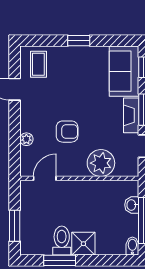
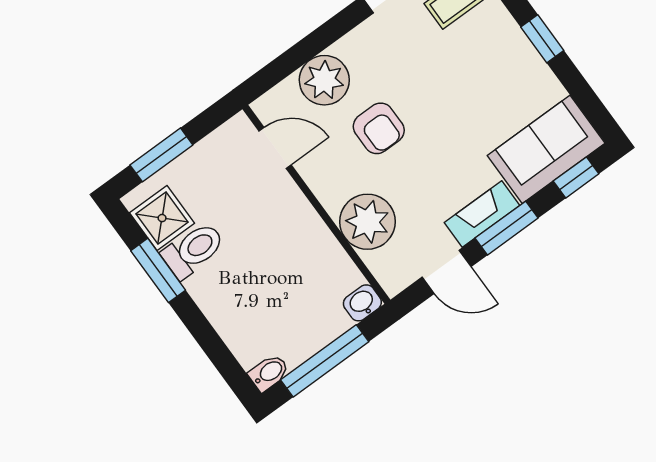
plant: (26, 139) -> (324, 80), width x1.88, depth x1.88
washbasin: (132, 205) -> (362, 303), moved
shower: (83, 244) -> (162, 218), moved

